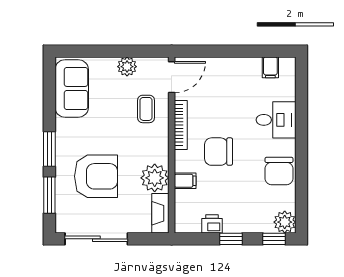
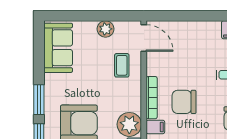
door: (172, 77) -> (144, 38), hinge flipped
bookcase: (181, 125) -> (152, 98), moved

